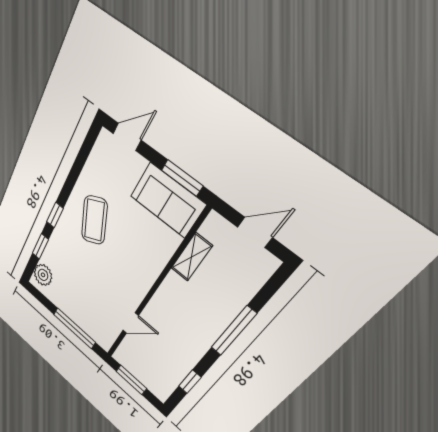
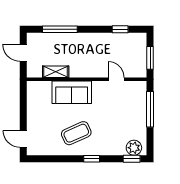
window: (182, 178) -> (23, 100), removed
sofa: (168, 200) -> (72, 92), moved, turned 90
window: (40, 246) -> (132, 159), moved
window: (233, 331) -> (60, 29), moved

